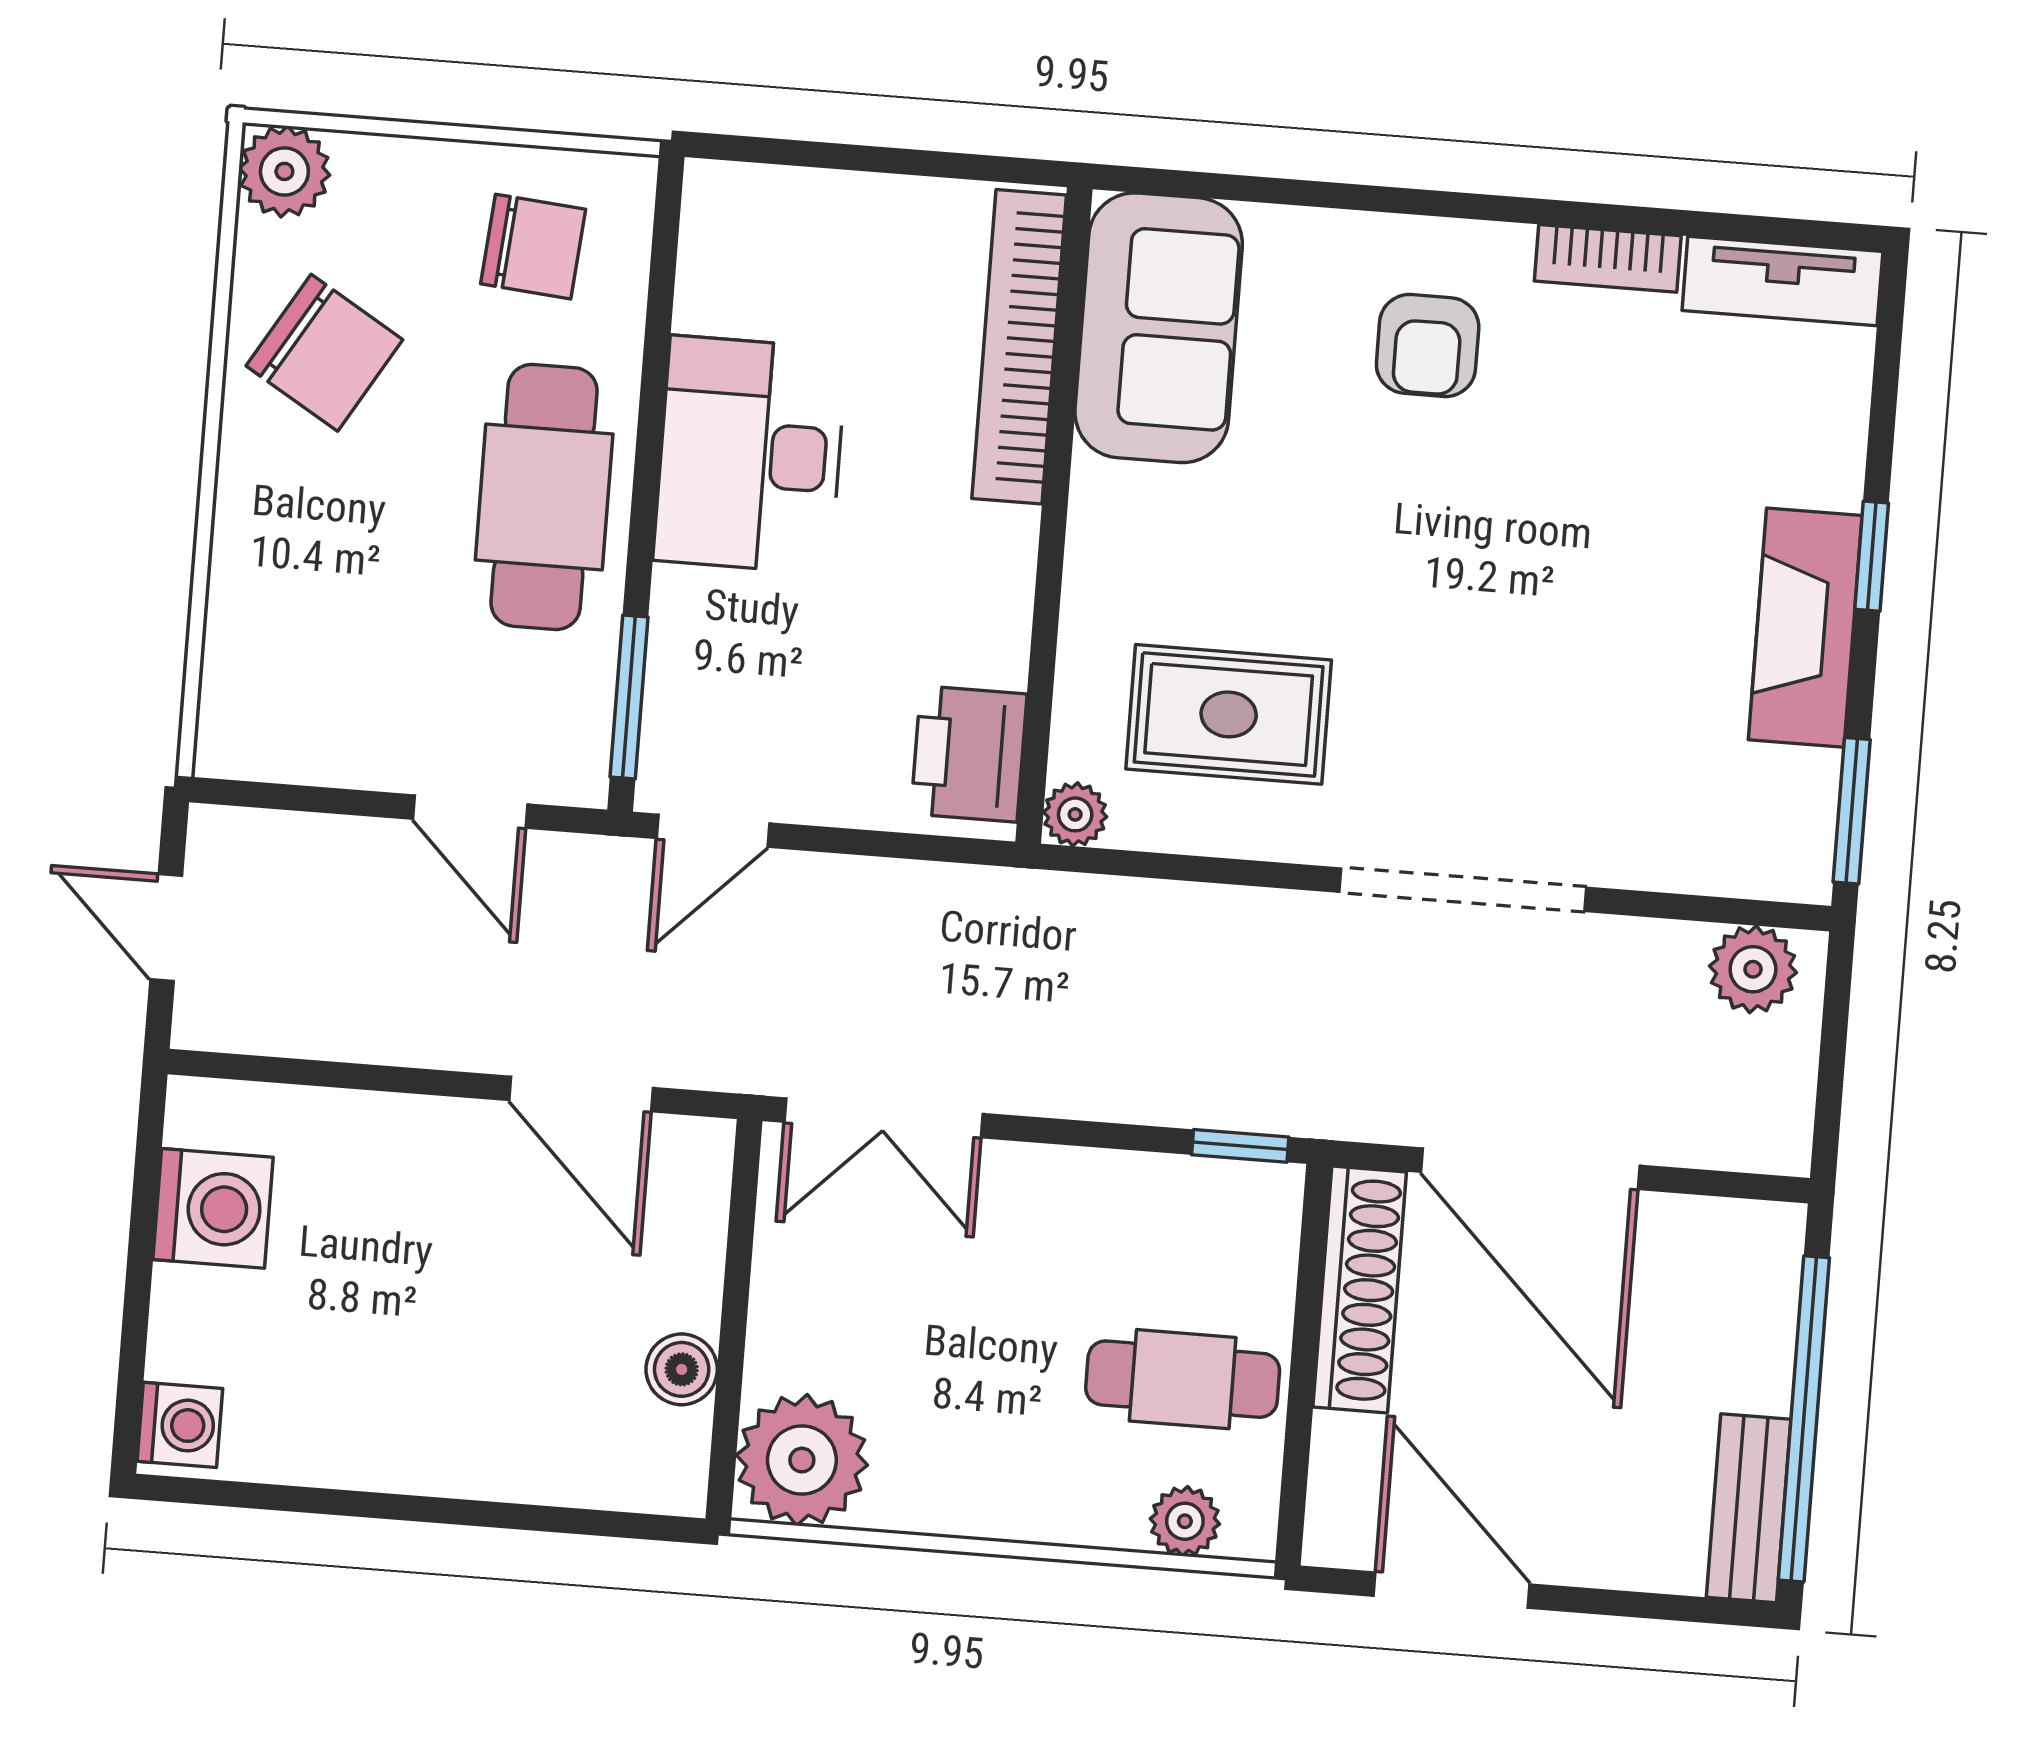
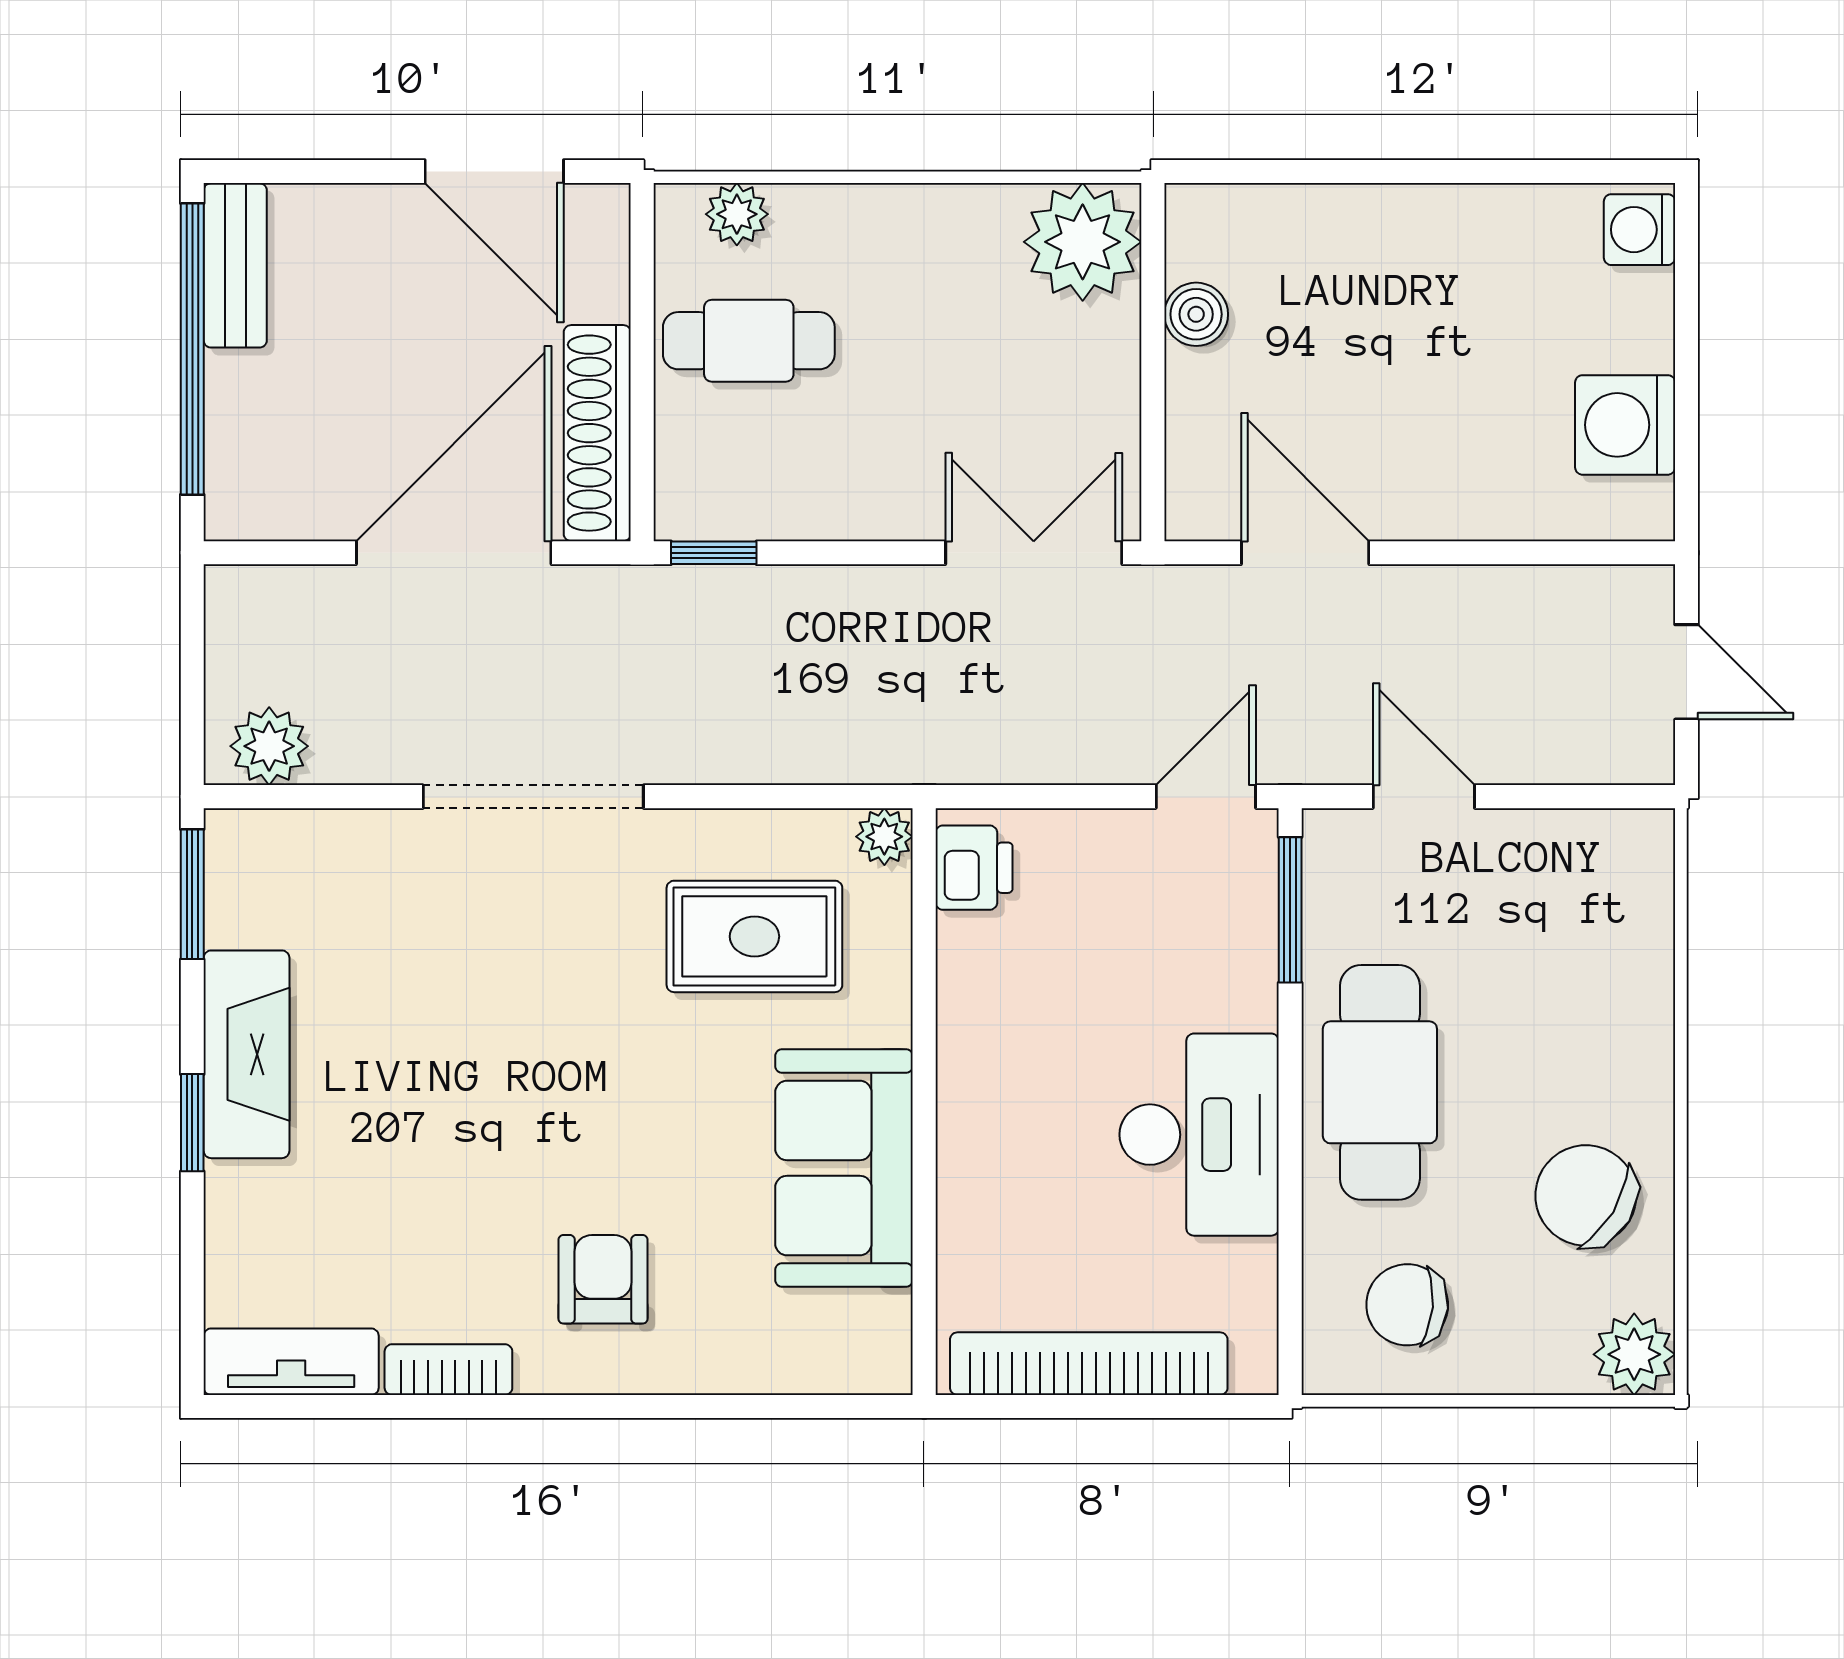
sofa: (1159, 328) -> (844, 1168), moved
bookcase: (1019, 347) -> (1089, 1364), moved, turned -90
printer: (969, 754) -> (974, 868), width x0.73, depth x0.81
door: (1530, 1169) -> (454, 553), hinge flipped

